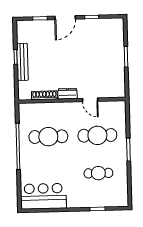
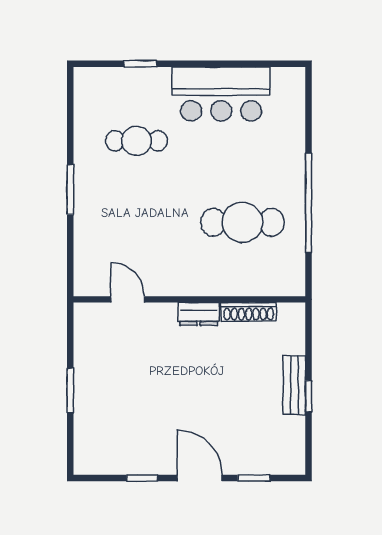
door: (65, 18) -> (200, 478), hinge flipped
bench: (22, 62) -> (294, 385), width x0.73
door: (90, 100) -> (128, 299), moved
cafe table: (97, 135) -> (136, 222), removed
bar counter: (43, 196) -> (221, 94), moved

